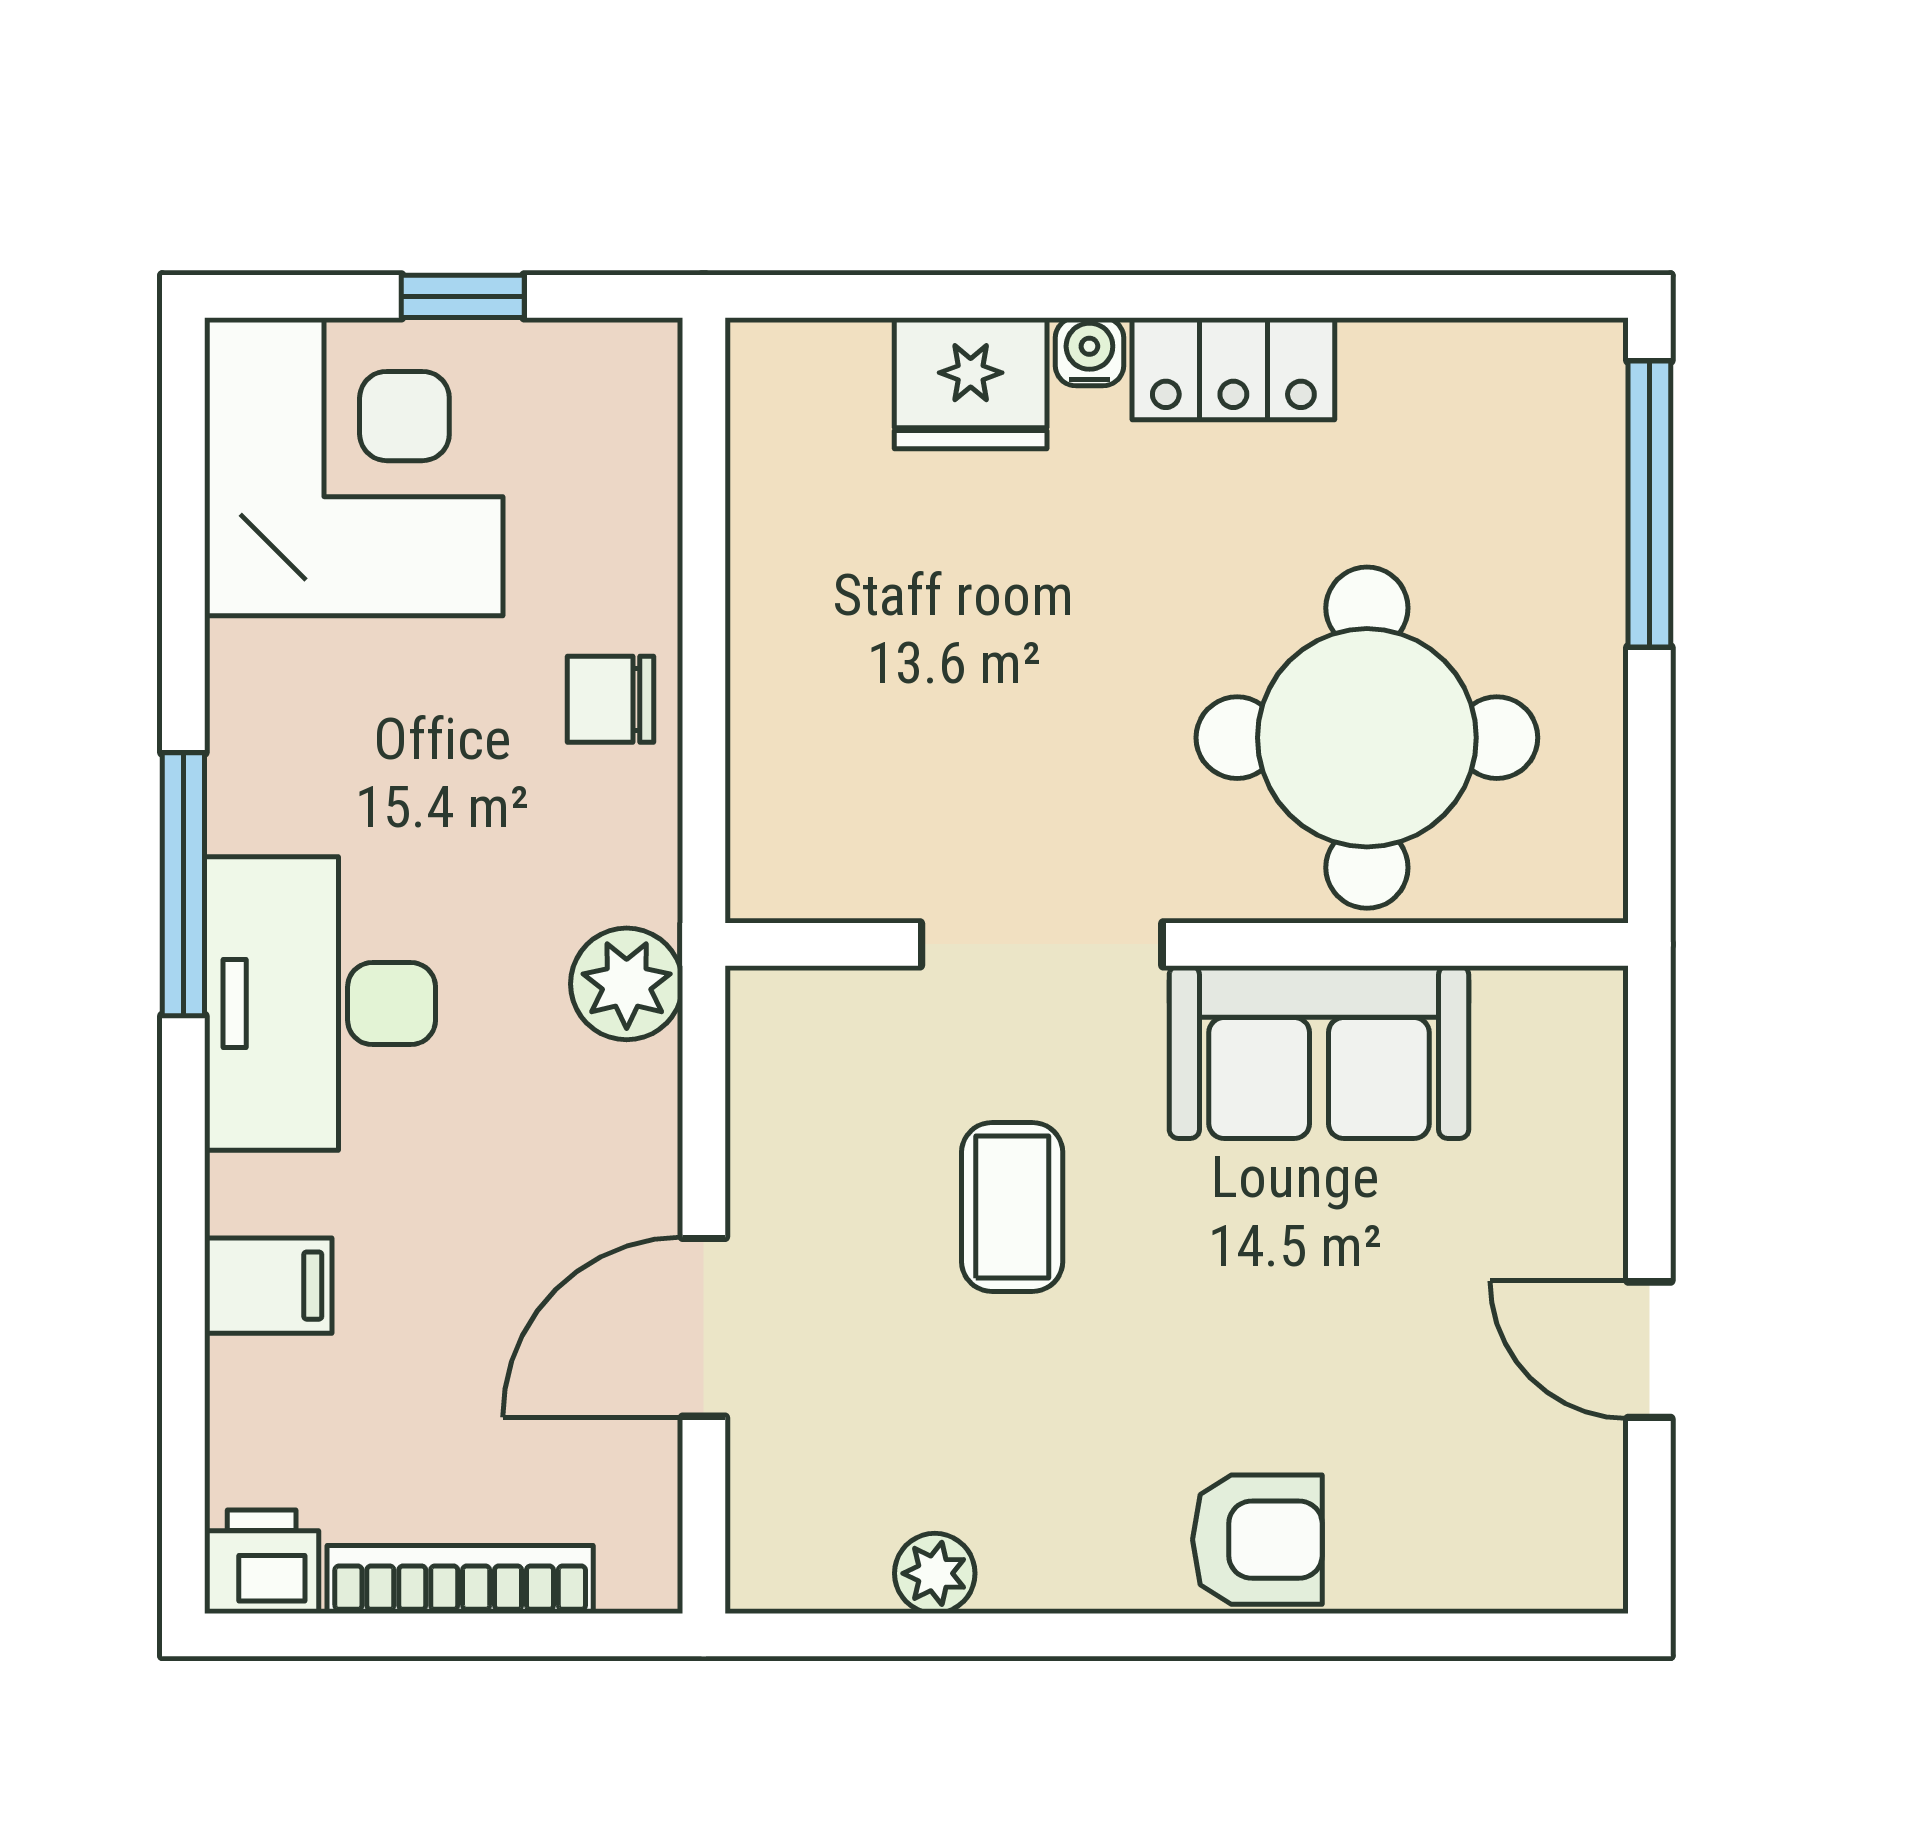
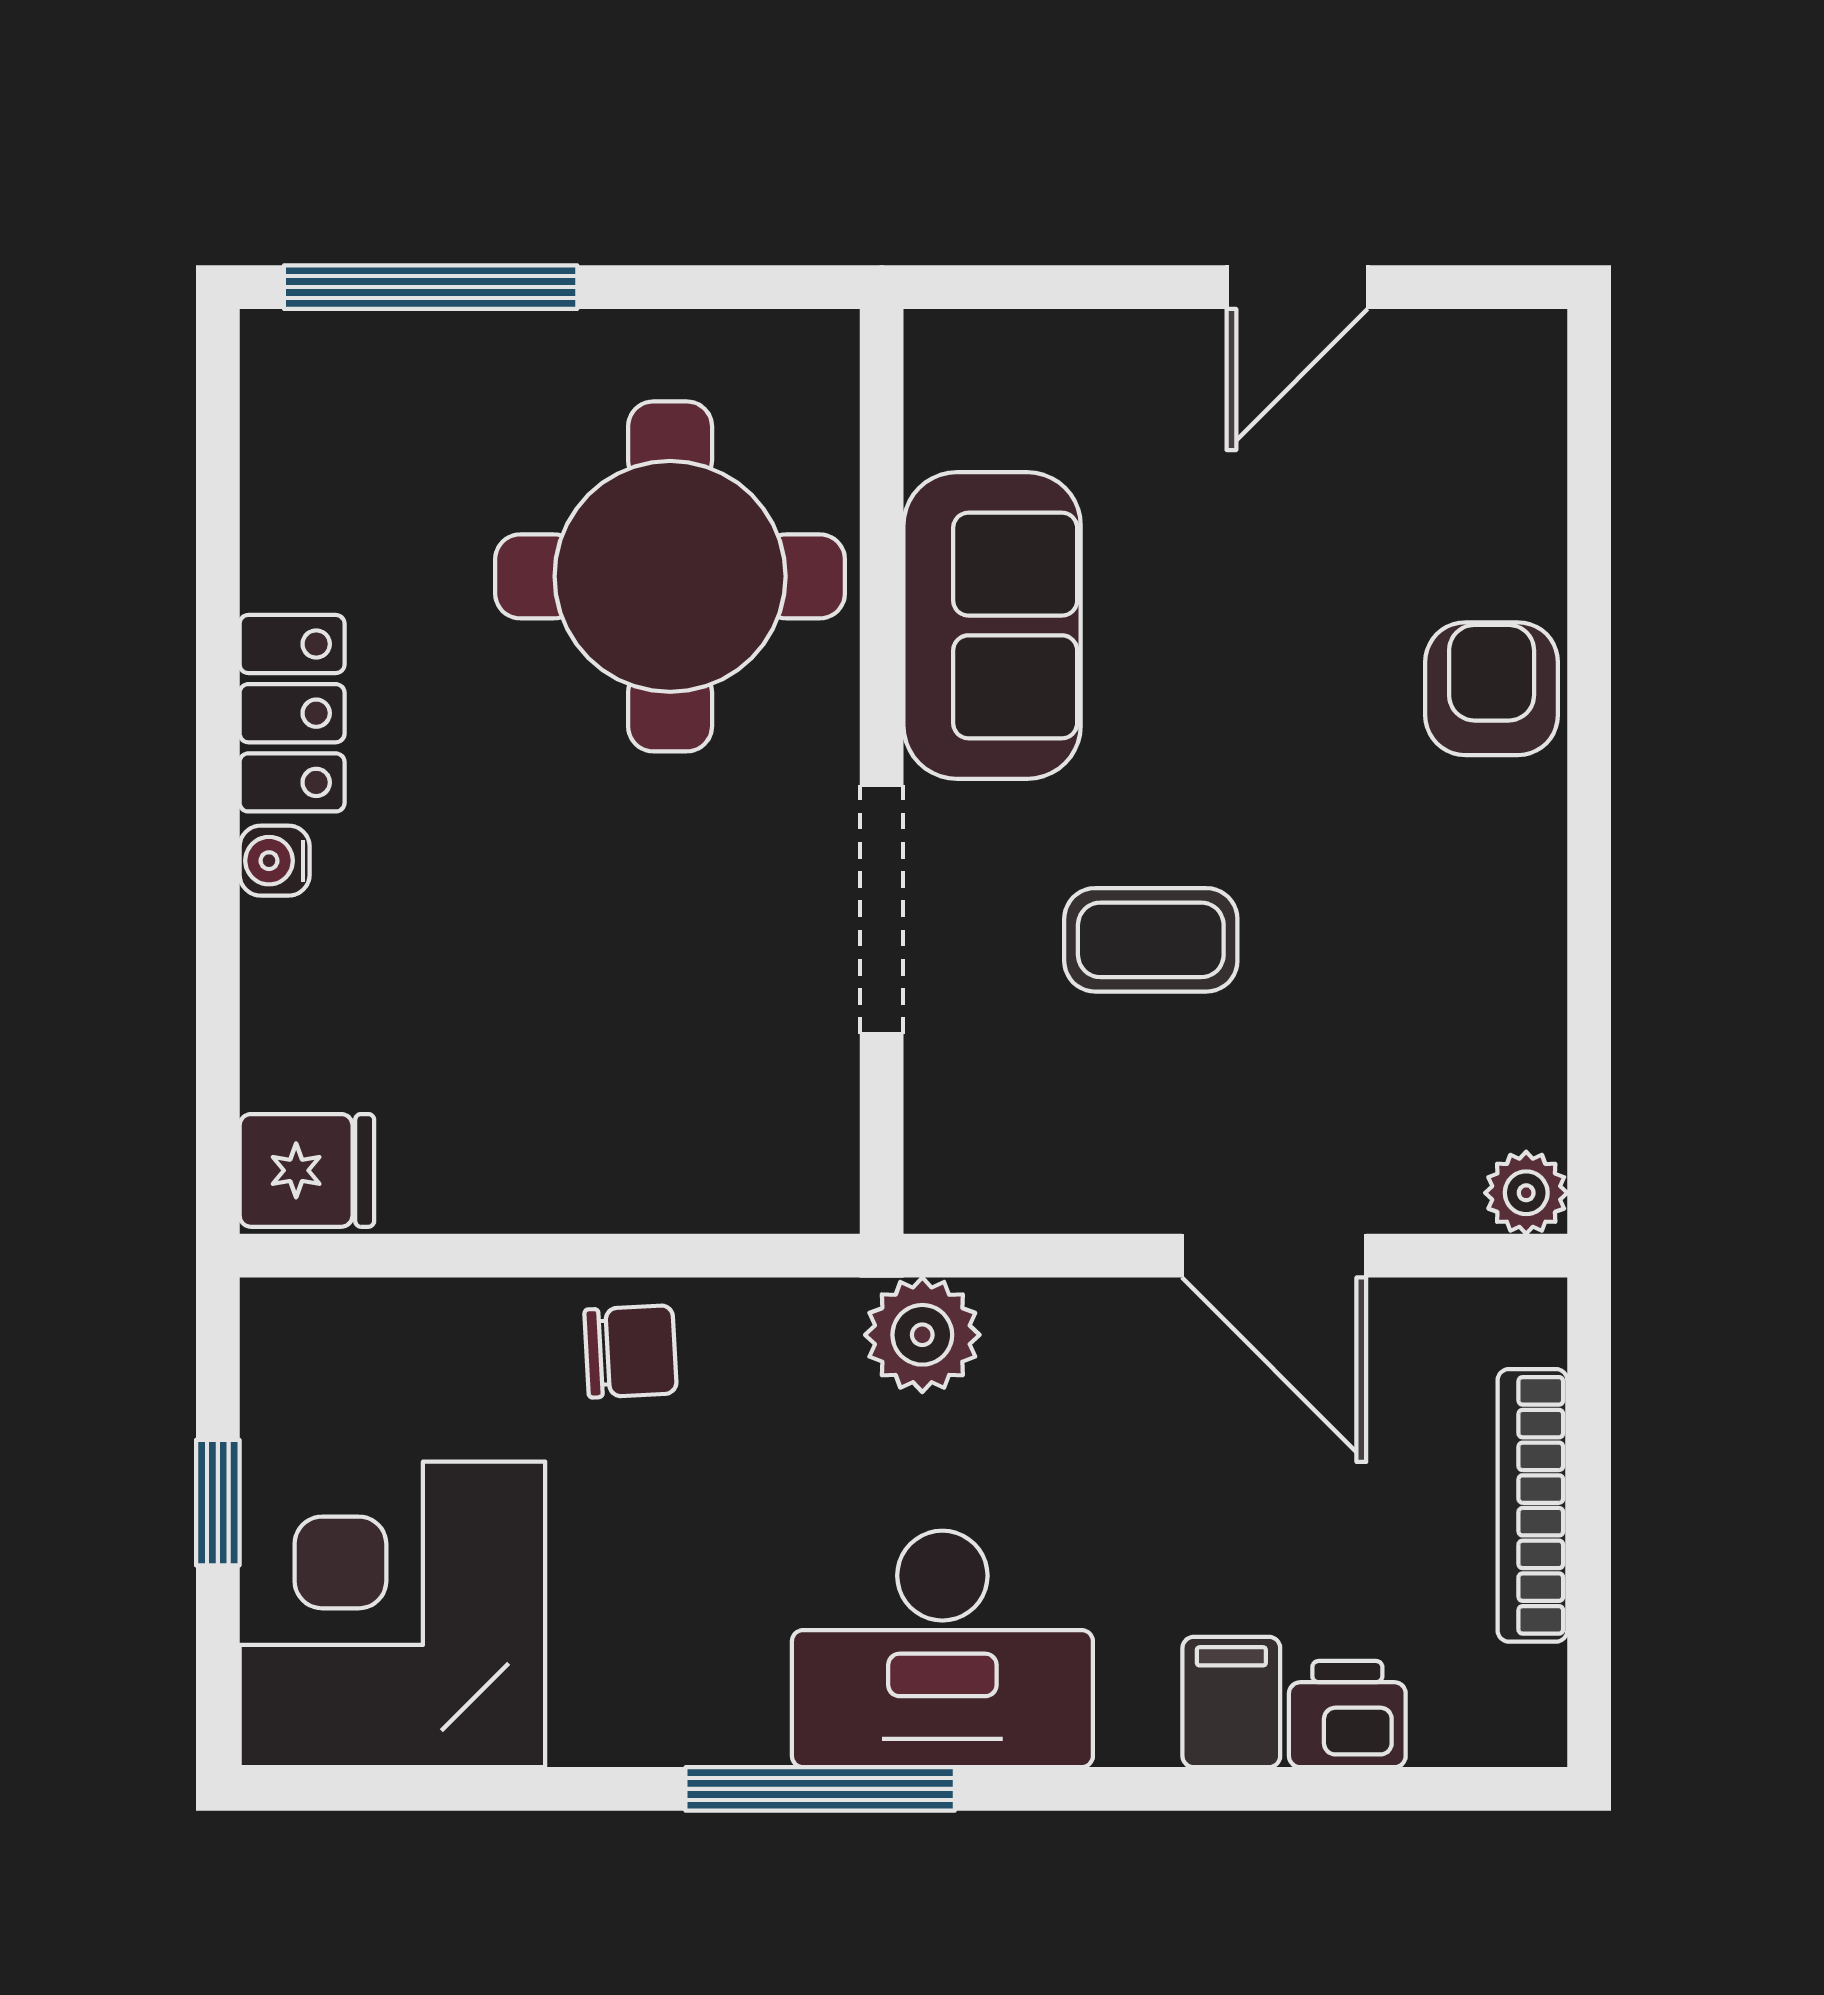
fridge: (971, 383) -> (307, 1170), moved, width x0.72
chair: (610, 699) -> (631, 1351), turned -93
printer: (262, 1562) -> (1347, 1714), moved, turned 90
plant: (935, 1573) -> (1526, 1193), moved

